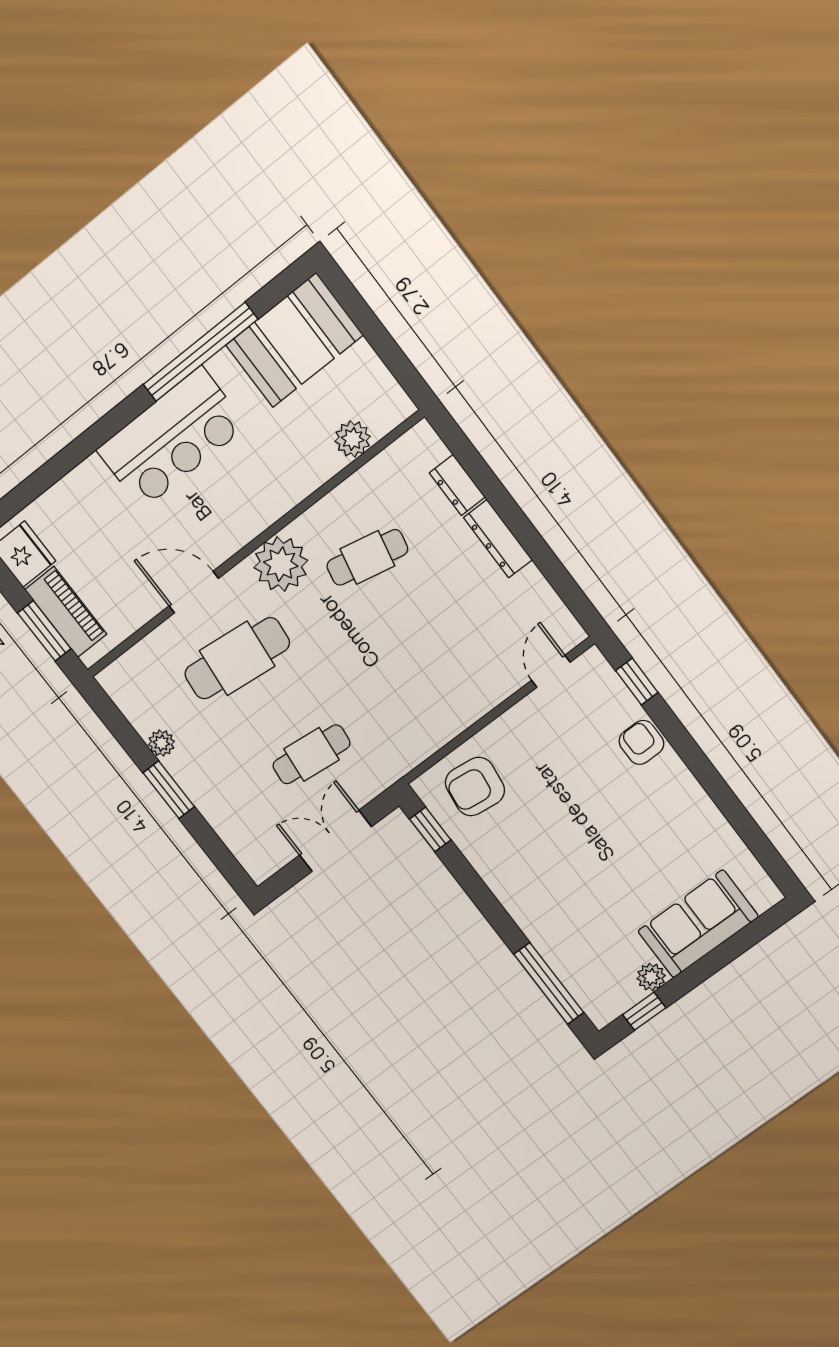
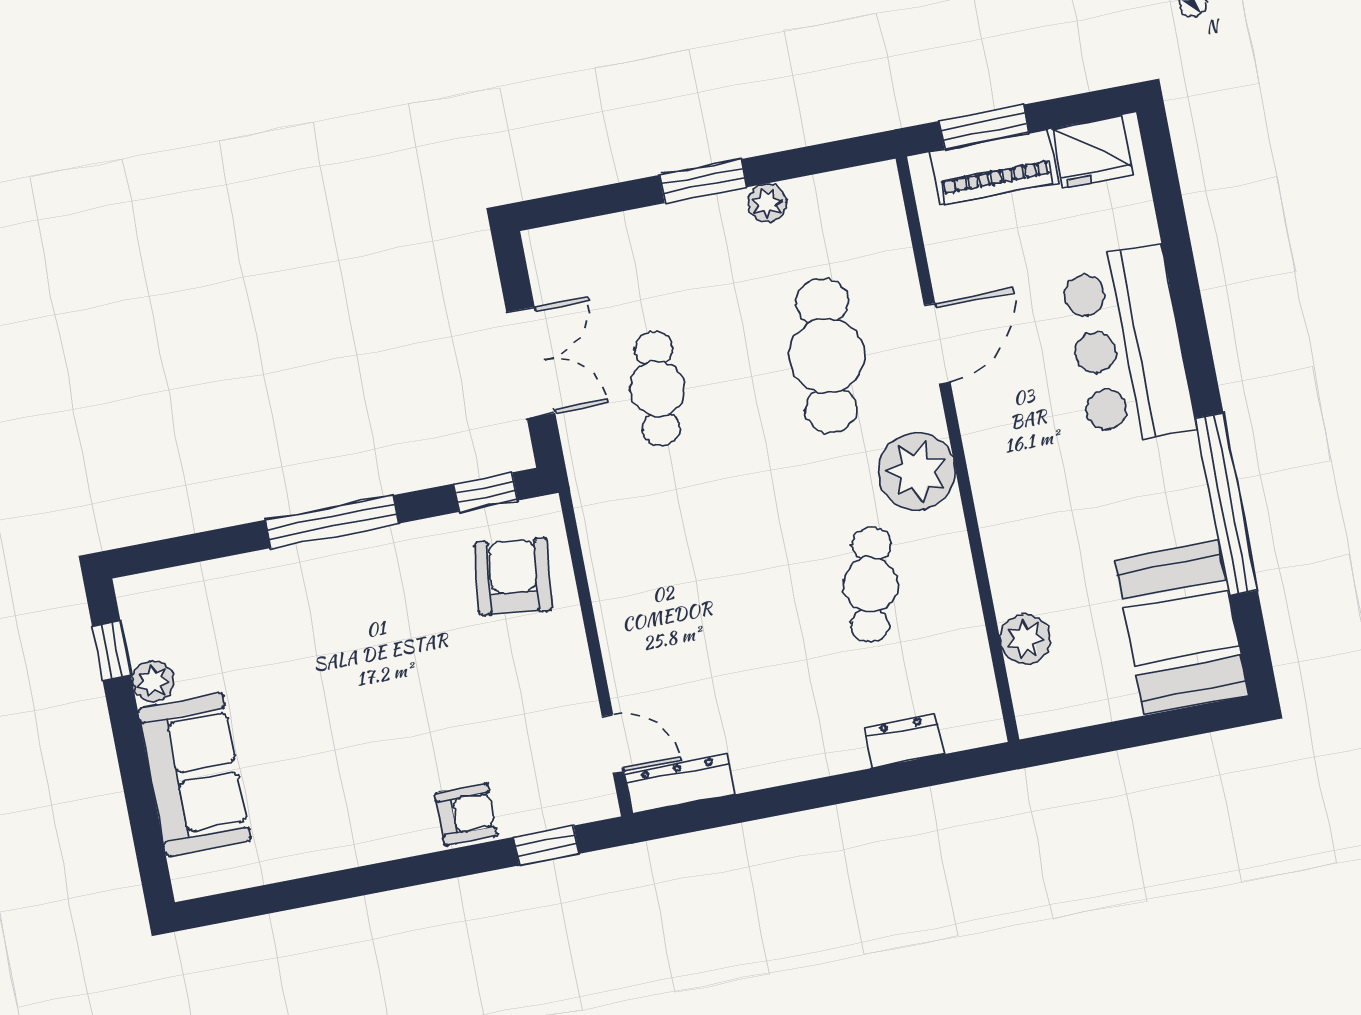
bar counter: (172, 438) -> (1127, 346), moved
dresser: (498, 539) -> (680, 784), moved
window: (549, 983) -> (332, 522), moved

